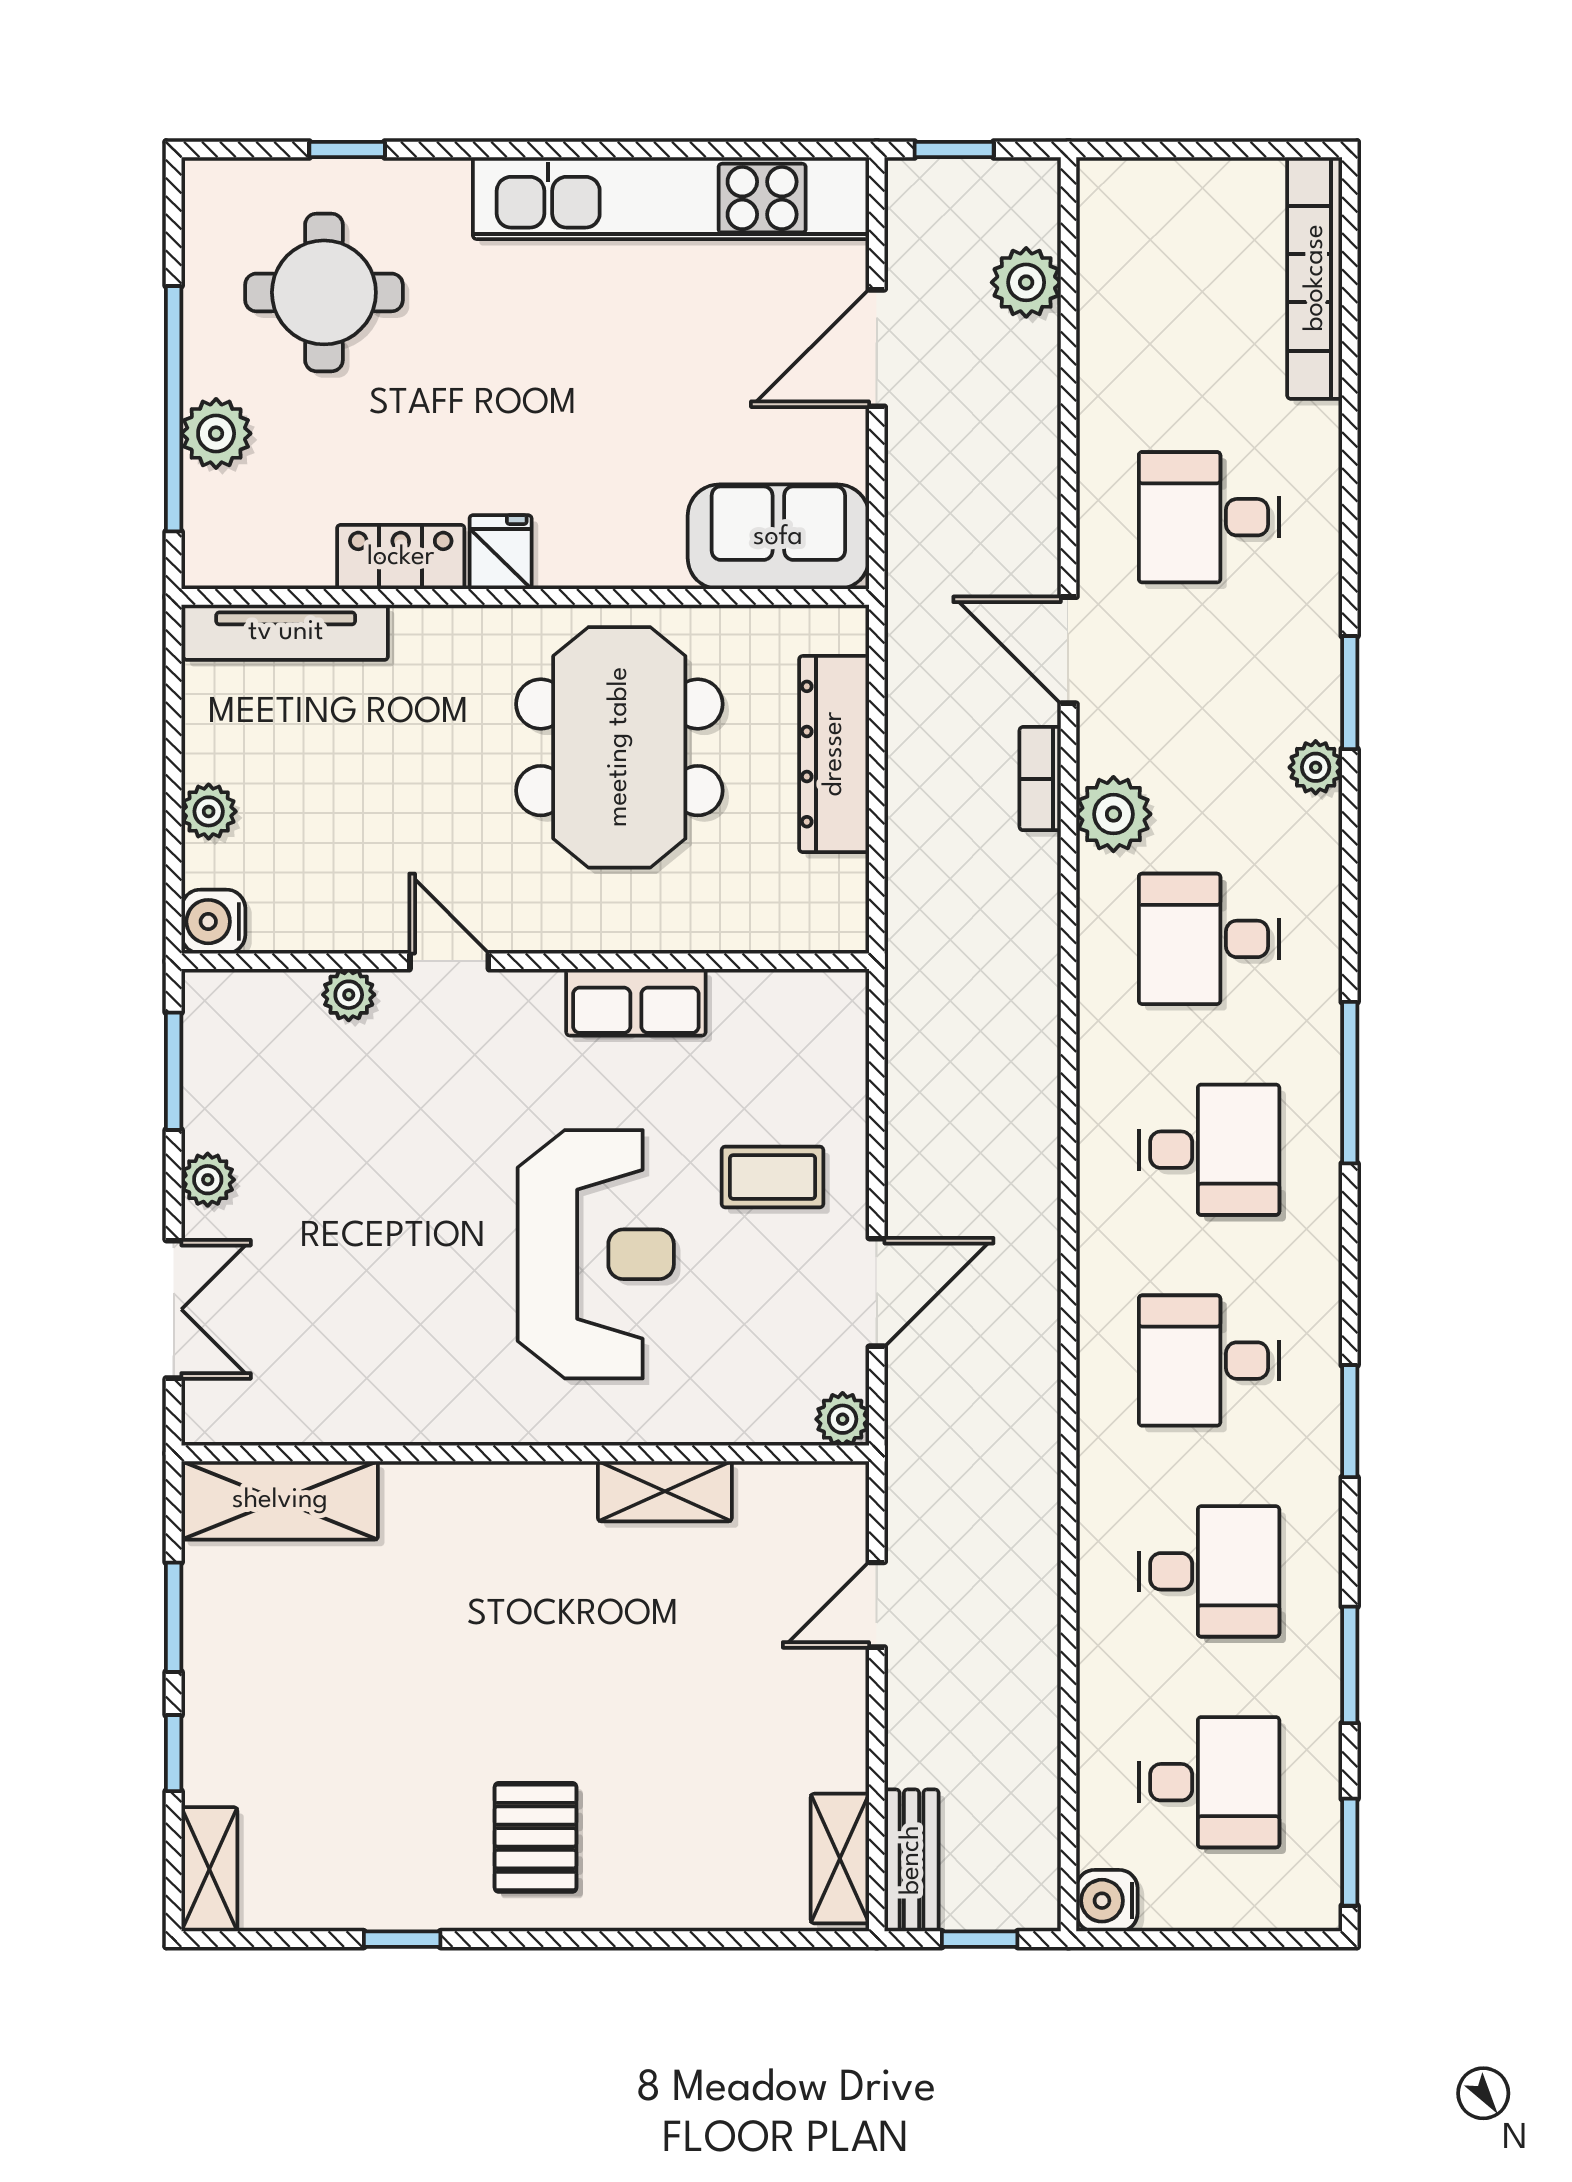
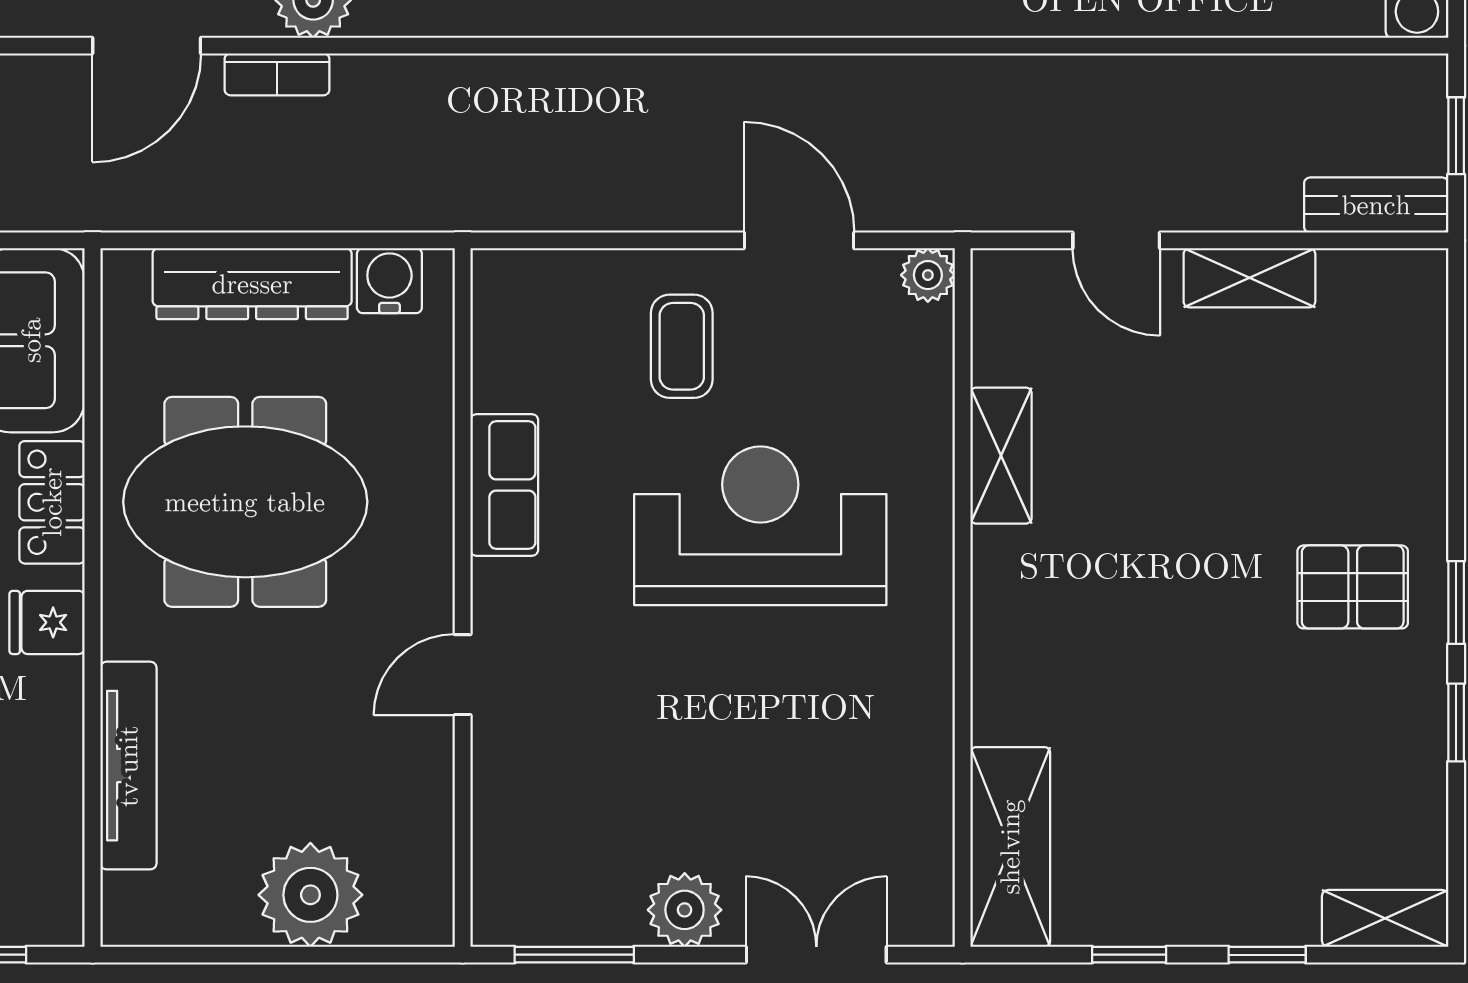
locker: (401, 557) -> (52, 502), moved
tv unit: (286, 632) -> (128, 766), moved
plant: (209, 811) -> (310, 895), width x1.88, depth x1.88
water cooler: (213, 922) -> (389, 281), moved, turned 180
plant: (349, 995) -> (497, 777), removed
plant: (208, 1180) -> (685, 910), width x1.38, depth x1.38
window: (174, 1617) -> (1129, 955), width x0.67
shelving: (840, 1859) -> (1249, 278), moved
window: (520, 1939) -> (1456, 603), added

